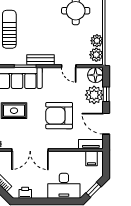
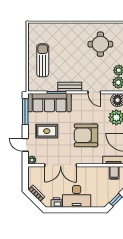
desk: (64, 186) -> (77, 196), moved

